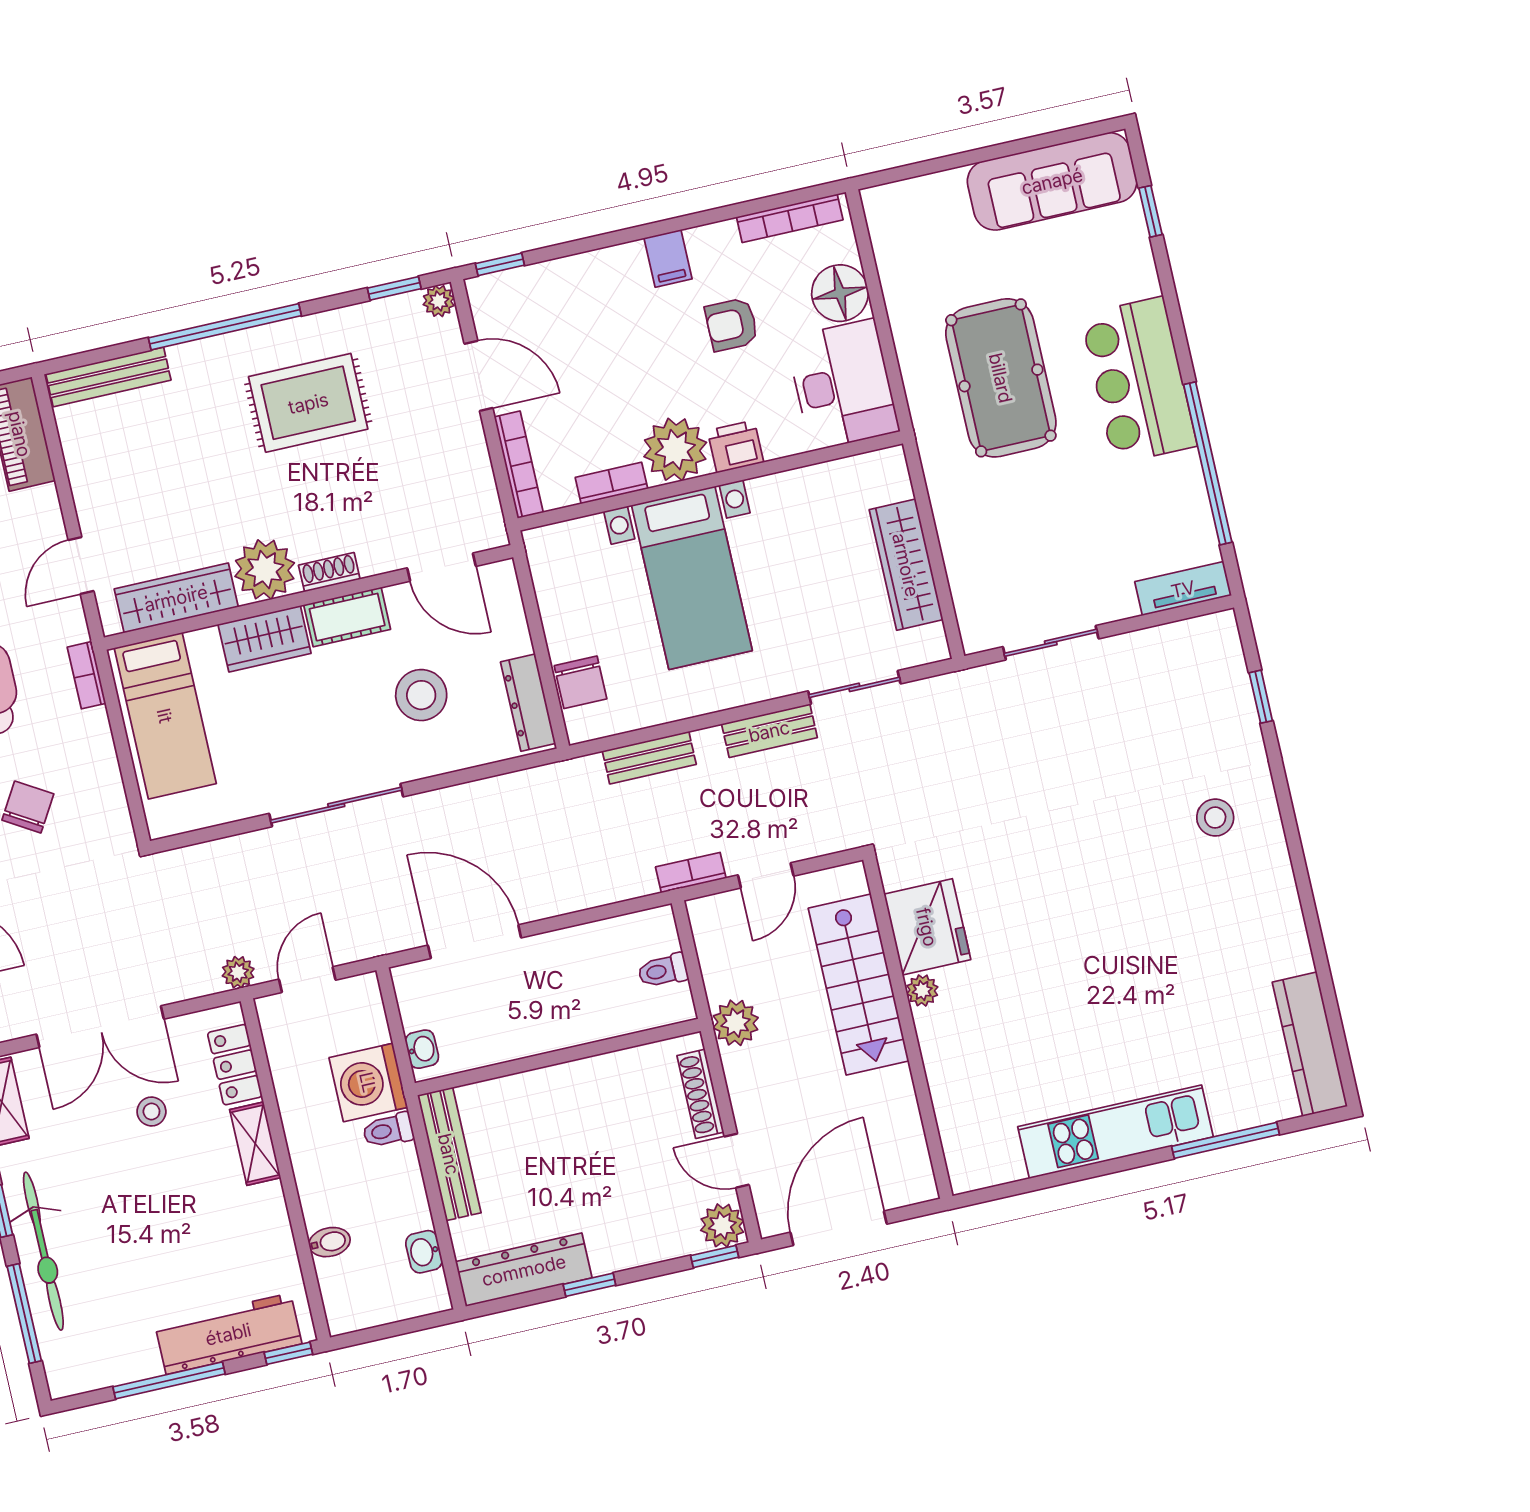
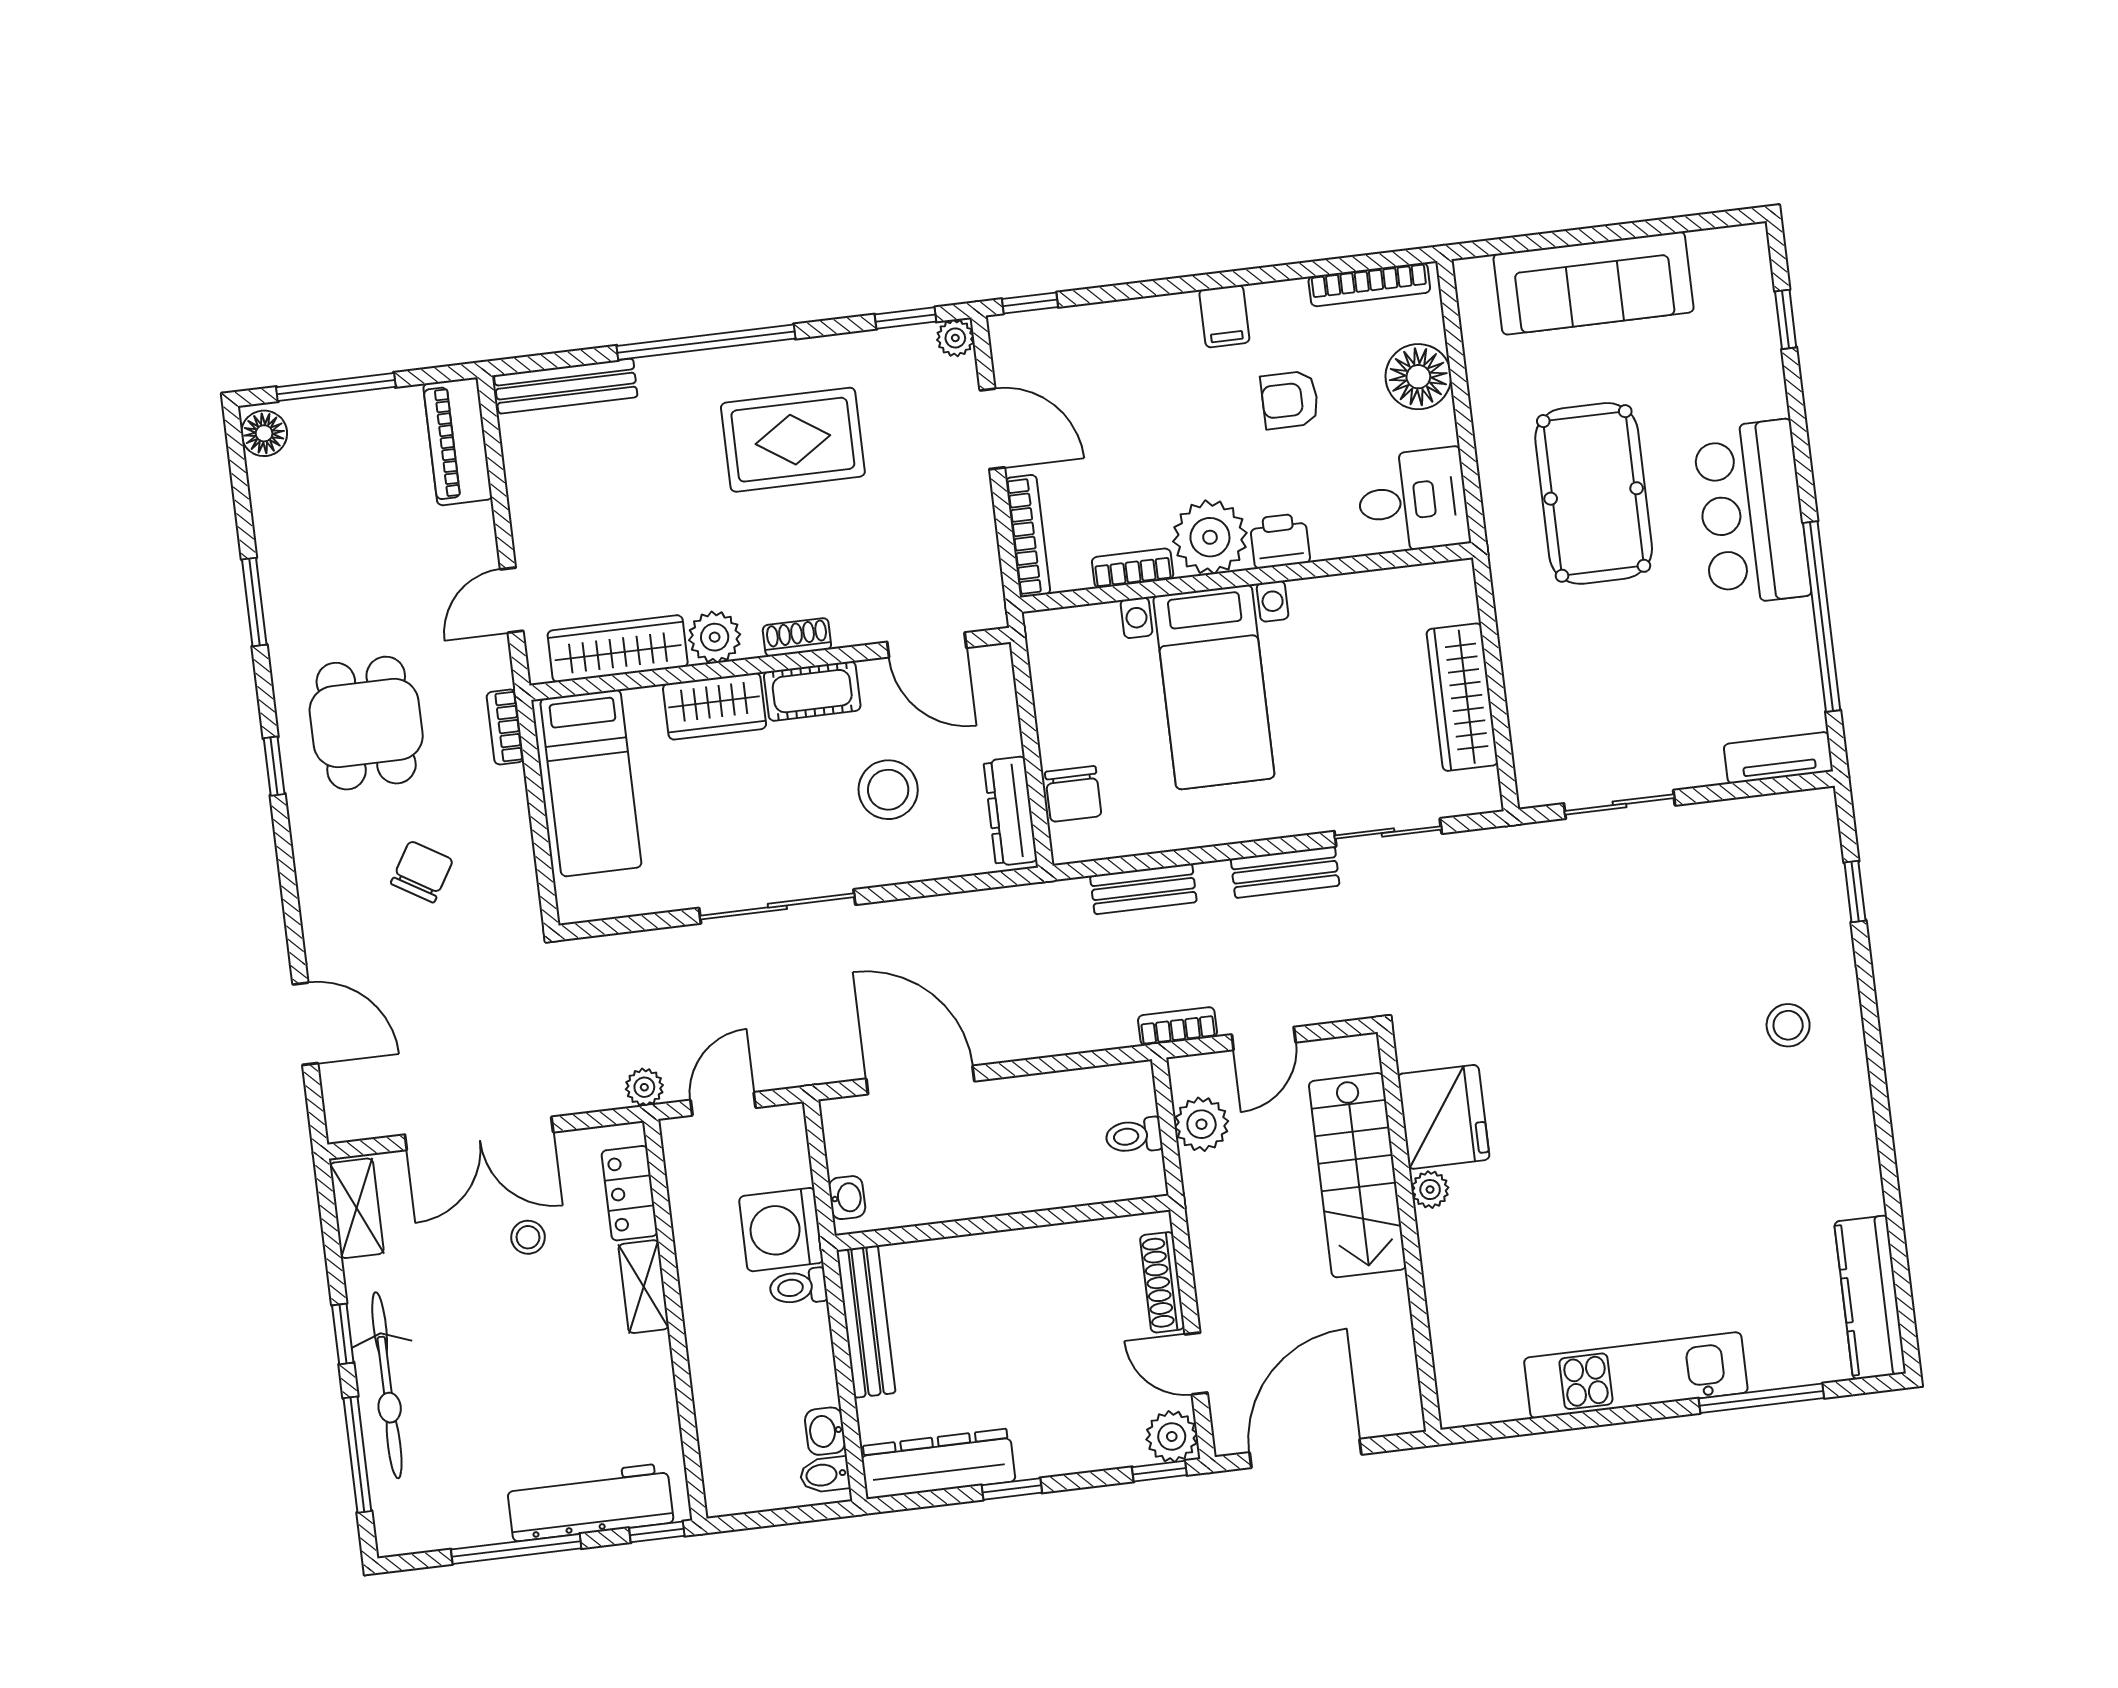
sofa: (1052, 181) -> (1594, 283), moved
desk: (843, 385) -> (1413, 501), width x0.73
plant: (265, 570) -> (715, 637), width x0.73, depth x0.73
plant: (736, 1023) -> (1201, 1124), moved
bidet: (330, 1242) -> (825, 1475), moved, turned 180

